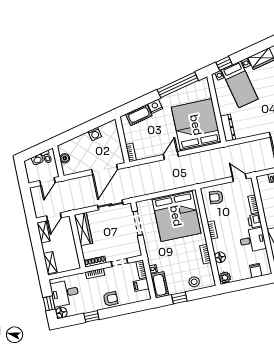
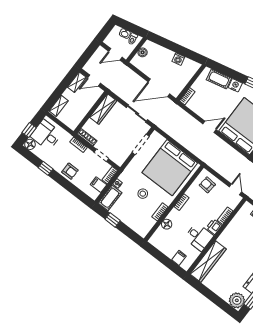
plant: (225, 278) -> (155, 240), removed
stool: (194, 282) -> (143, 194), moved

